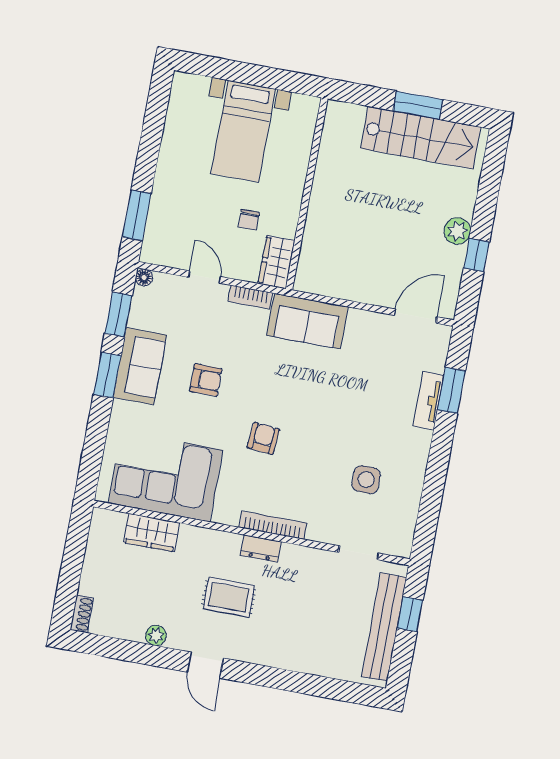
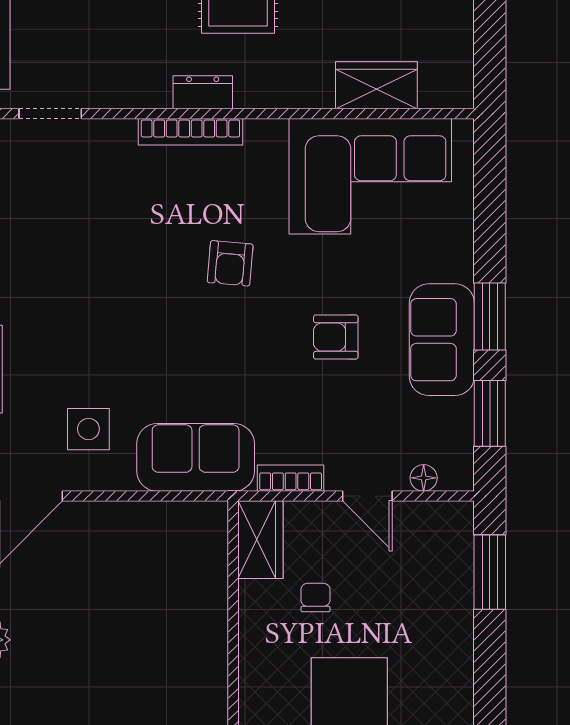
floor lamp: (144, 277) -> (424, 478), moved
side table: (366, 480) -> (88, 429), moved

